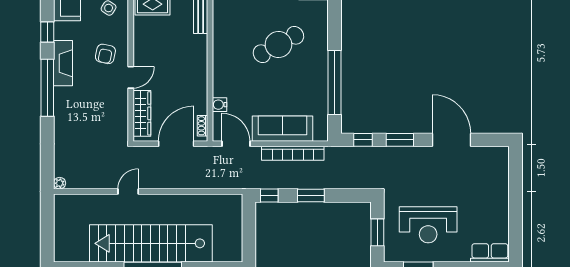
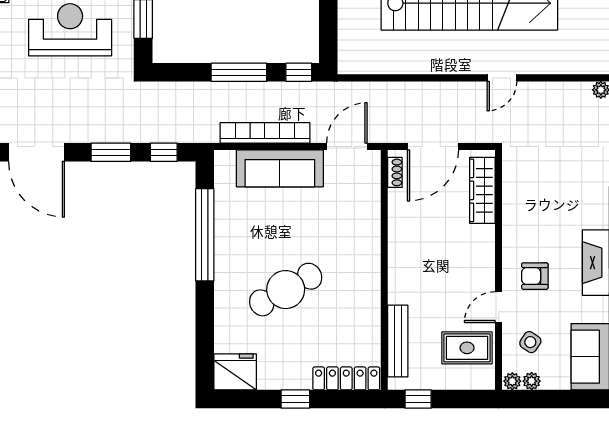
armchair: (105, 54) -> (535, 276), turned -102
door: (131, 77) -> (499, 307), moved
water cooler: (219, 105) -> (371, 203), removed
door: (236, 144) -> (347, 146), swing flipped
window: (311, 195) -> (239, 72), width x1.44

